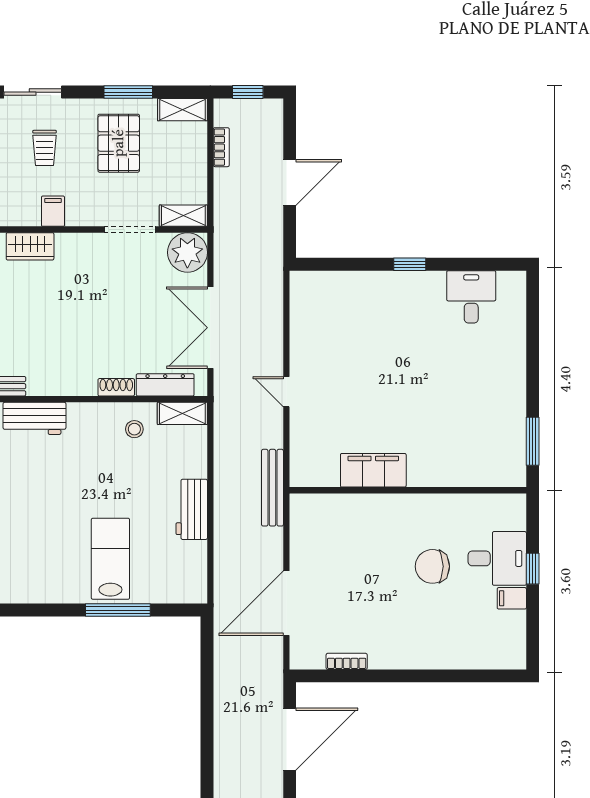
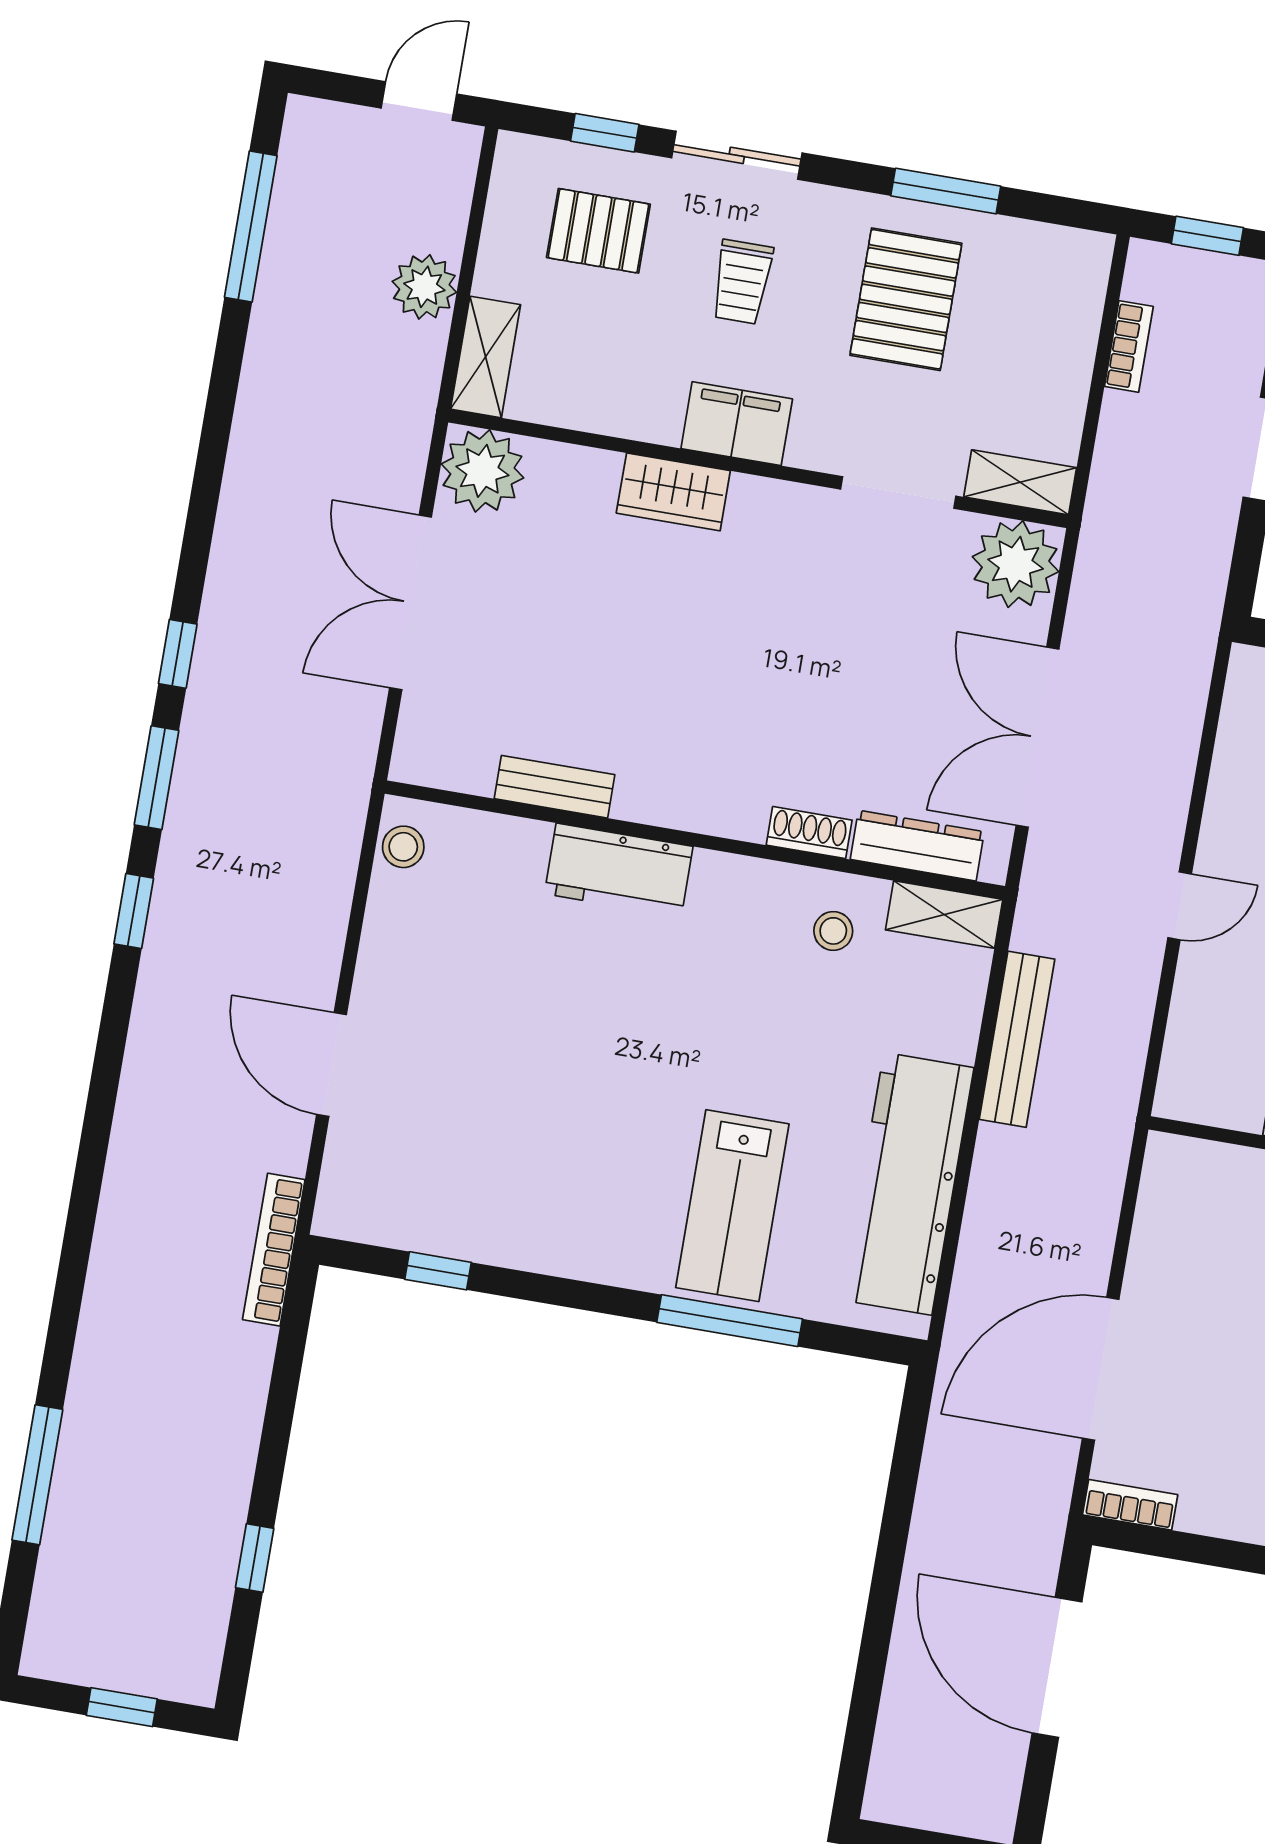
shelving: (182, 110) -> (1058, 250), removed
filing cabinet: (53, 211) -> (737, 424), width x2.00
door: (286, 392) -> (1180, 906), swing flipped
bench: (272, 488) -> (1017, 1039), moved
workbench: (192, 509) -> (908, 1184), width x1.88, depth x1.32
lab bench: (110, 559) -> (732, 1206), turned 180
bookcase: (347, 661) -> (1130, 1505), moved
door: (290, 739) -> (1057, 1667), swing flipped

